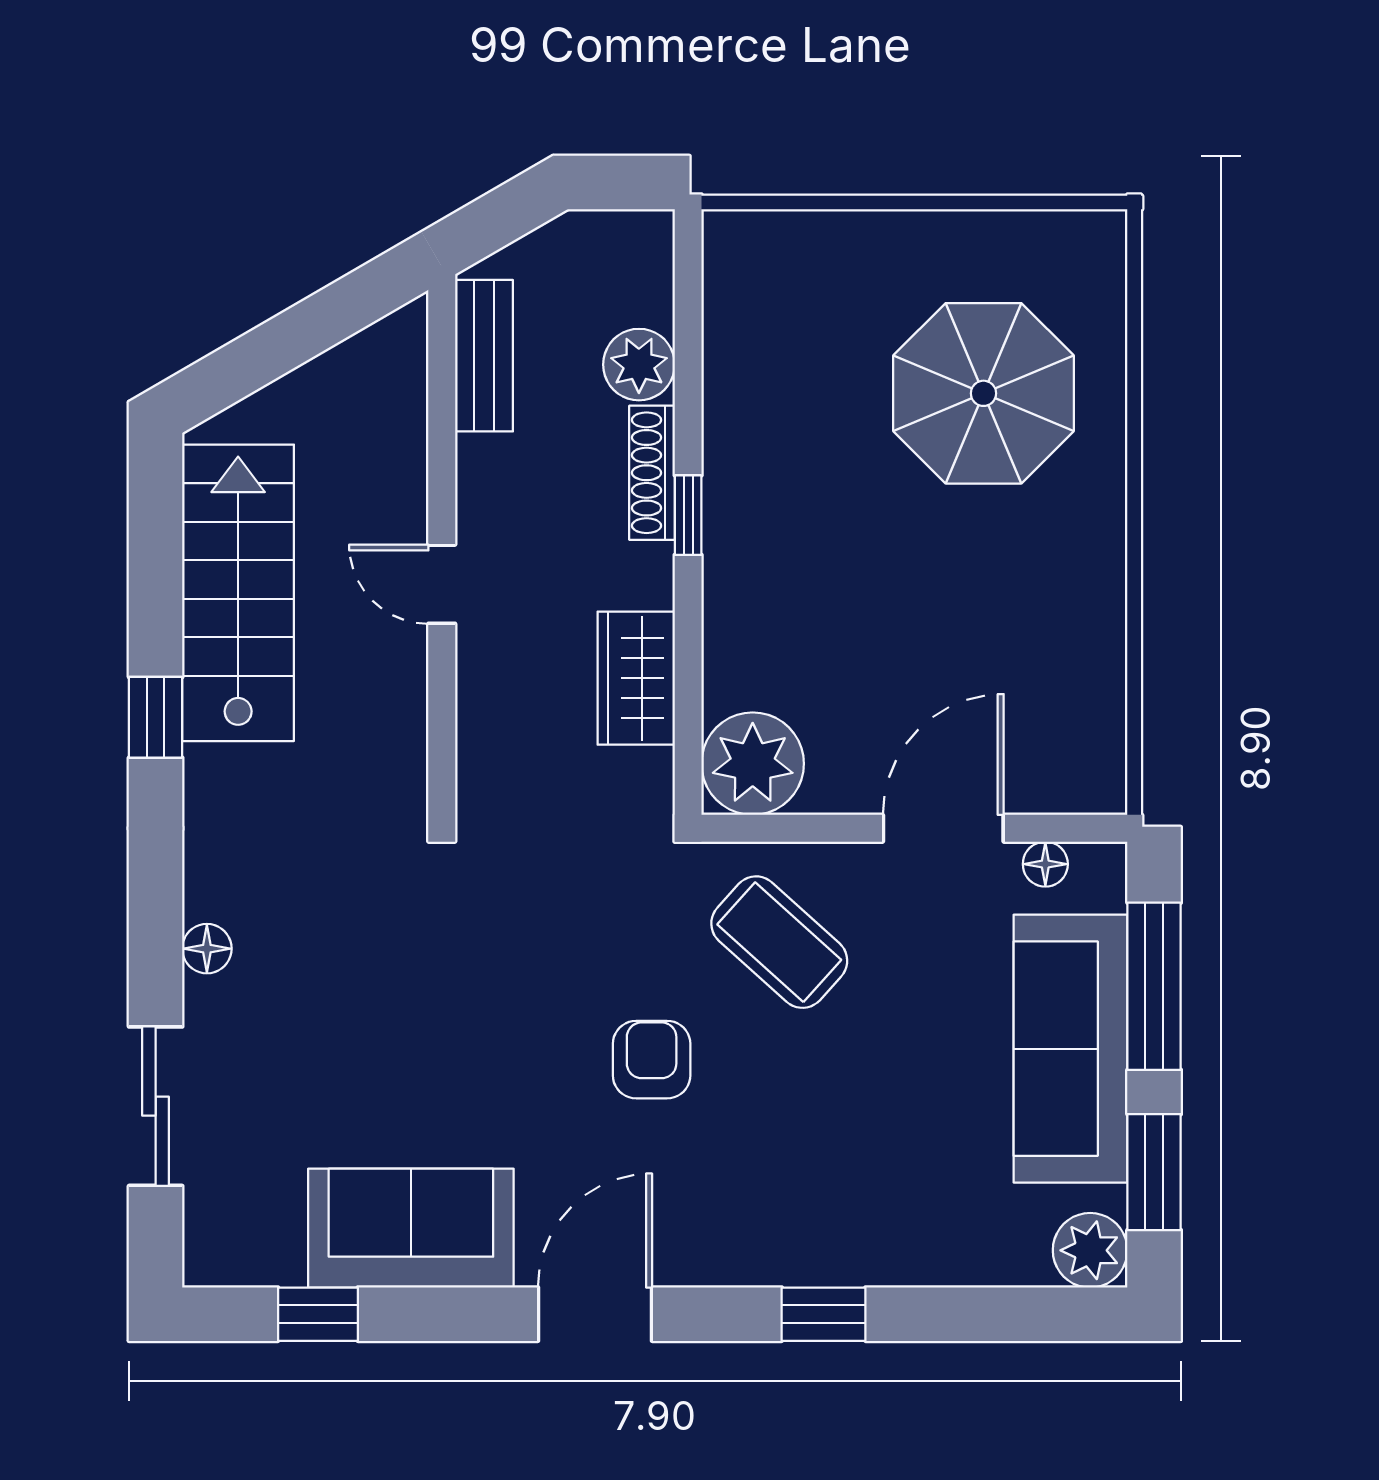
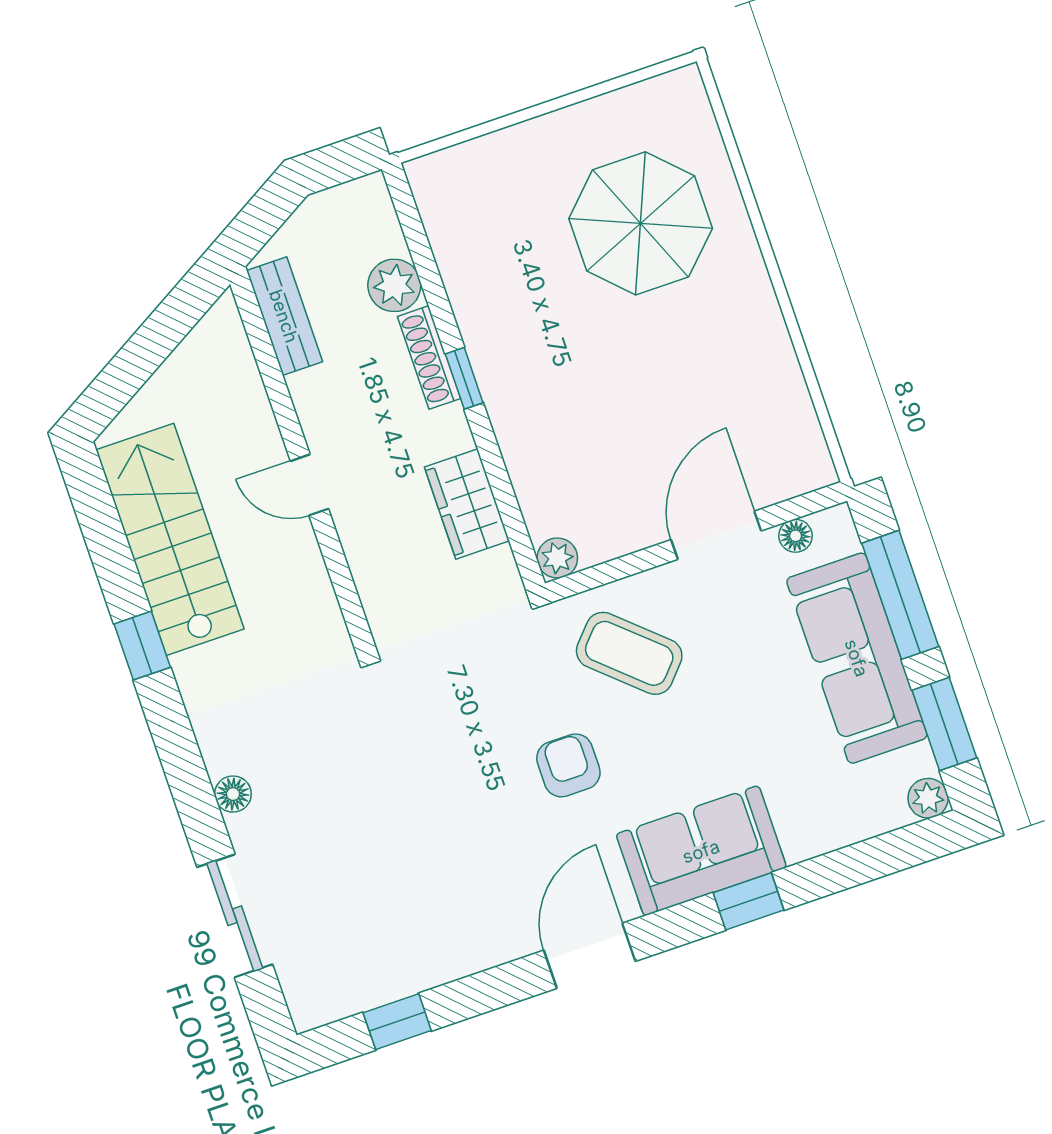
plant: (753, 764) -> (557, 558), width x0.53, depth x0.53
sofa: (411, 1228) -> (701, 851), moved
plant: (1090, 1250) -> (928, 798), width x0.73, depth x0.73

